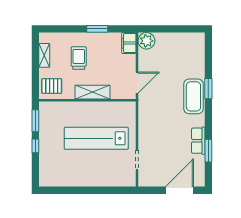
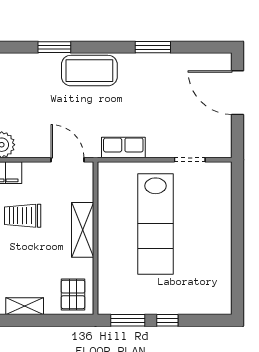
trolley: (79, 58) -> (23, 216), moved
window: (208, 89) -> (54, 47), moved
row of seats: (198, 141) -> (123, 147), moved, turned 180
window: (208, 151) -> (153, 47), moved

